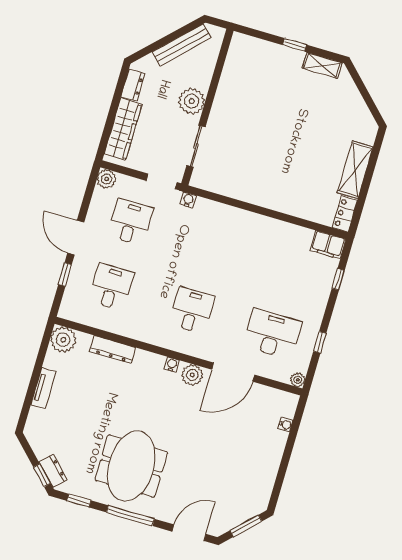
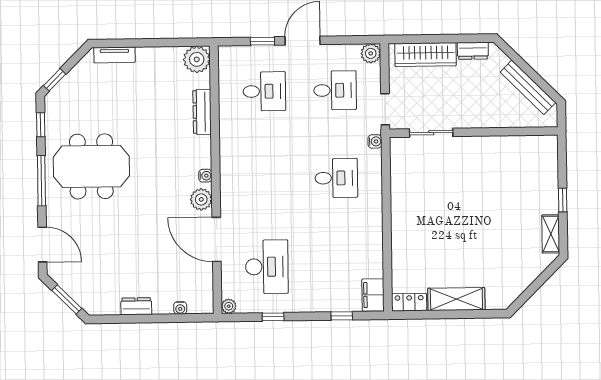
plant: (192, 101) -> (475, 114), removed
desk: (192, 310) -> (336, 178), moved
tv unit: (43, 388) -> (114, 55), moved
dresser: (53, 471) -> (136, 306), moved, turned -135

